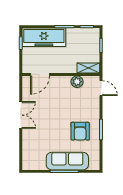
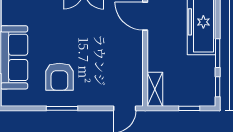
plant: (77, 82) -> (134, 72), removed
armchair: (80, 131) -> (59, 77), turned -90

